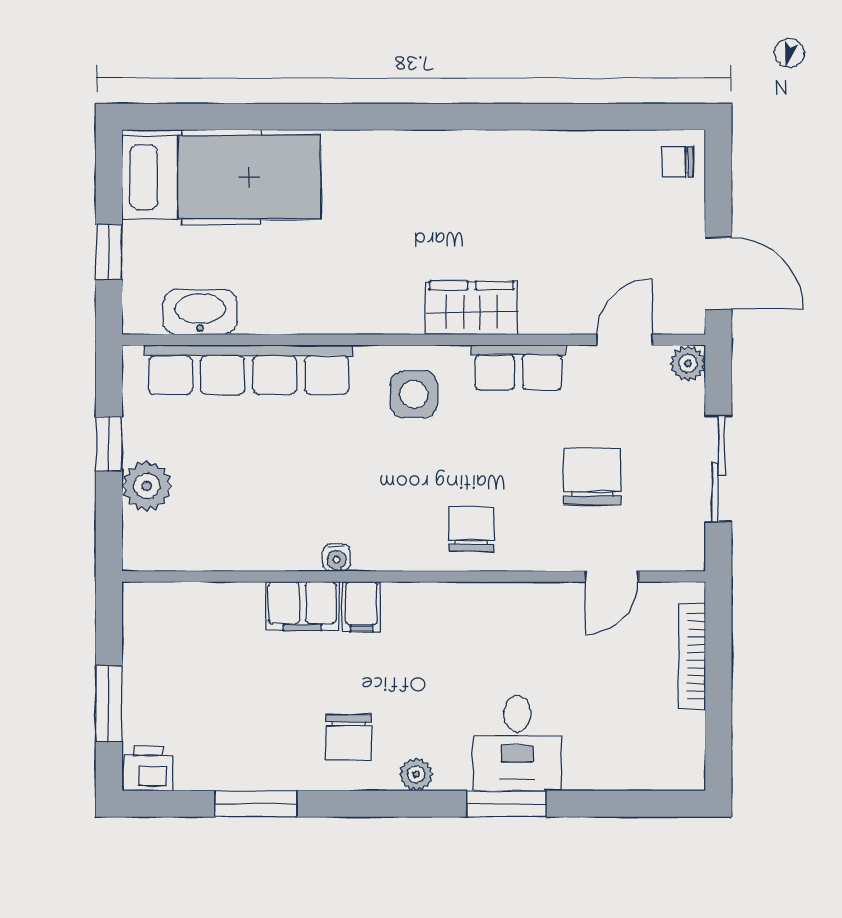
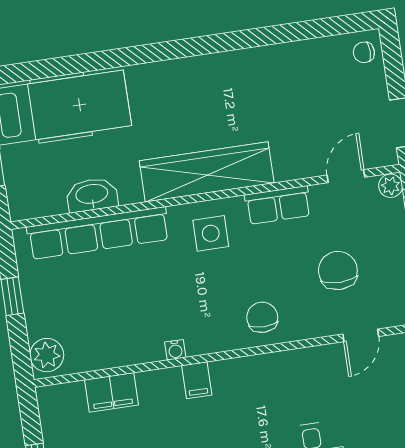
wardrobe: (472, 308) -> (207, 172), width x2.10, depth x1.17
washbasin: (200, 312) -> (92, 195), moved
plant: (147, 486) -> (47, 355), moved
filing cabinet: (302, 606) -> (111, 392), moved

